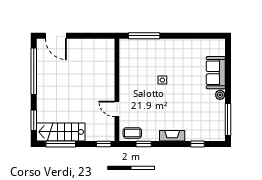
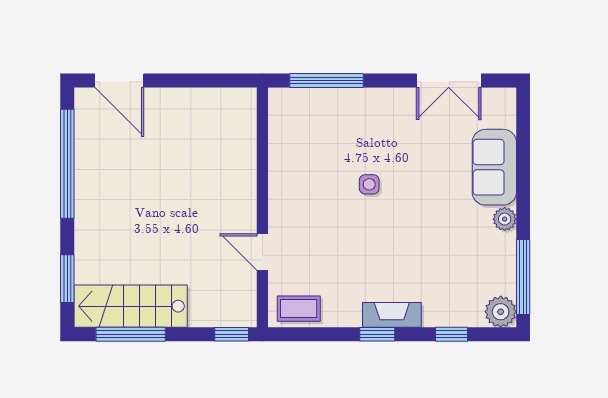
double door: (196, 36) -> (449, 80), added
plant: (218, 134) -> (501, 312), added
window: (144, 144) -> (377, 334), moved

